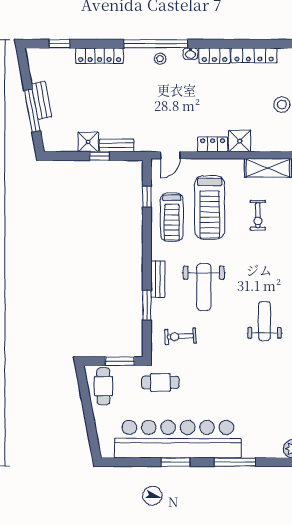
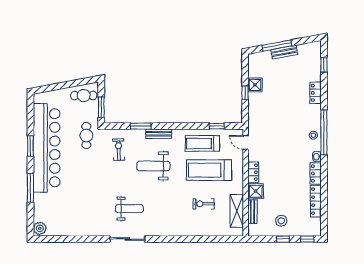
locker: (100, 56) -> (316, 93), width x0.66
bench: (117, 145) -> (253, 212), moved

